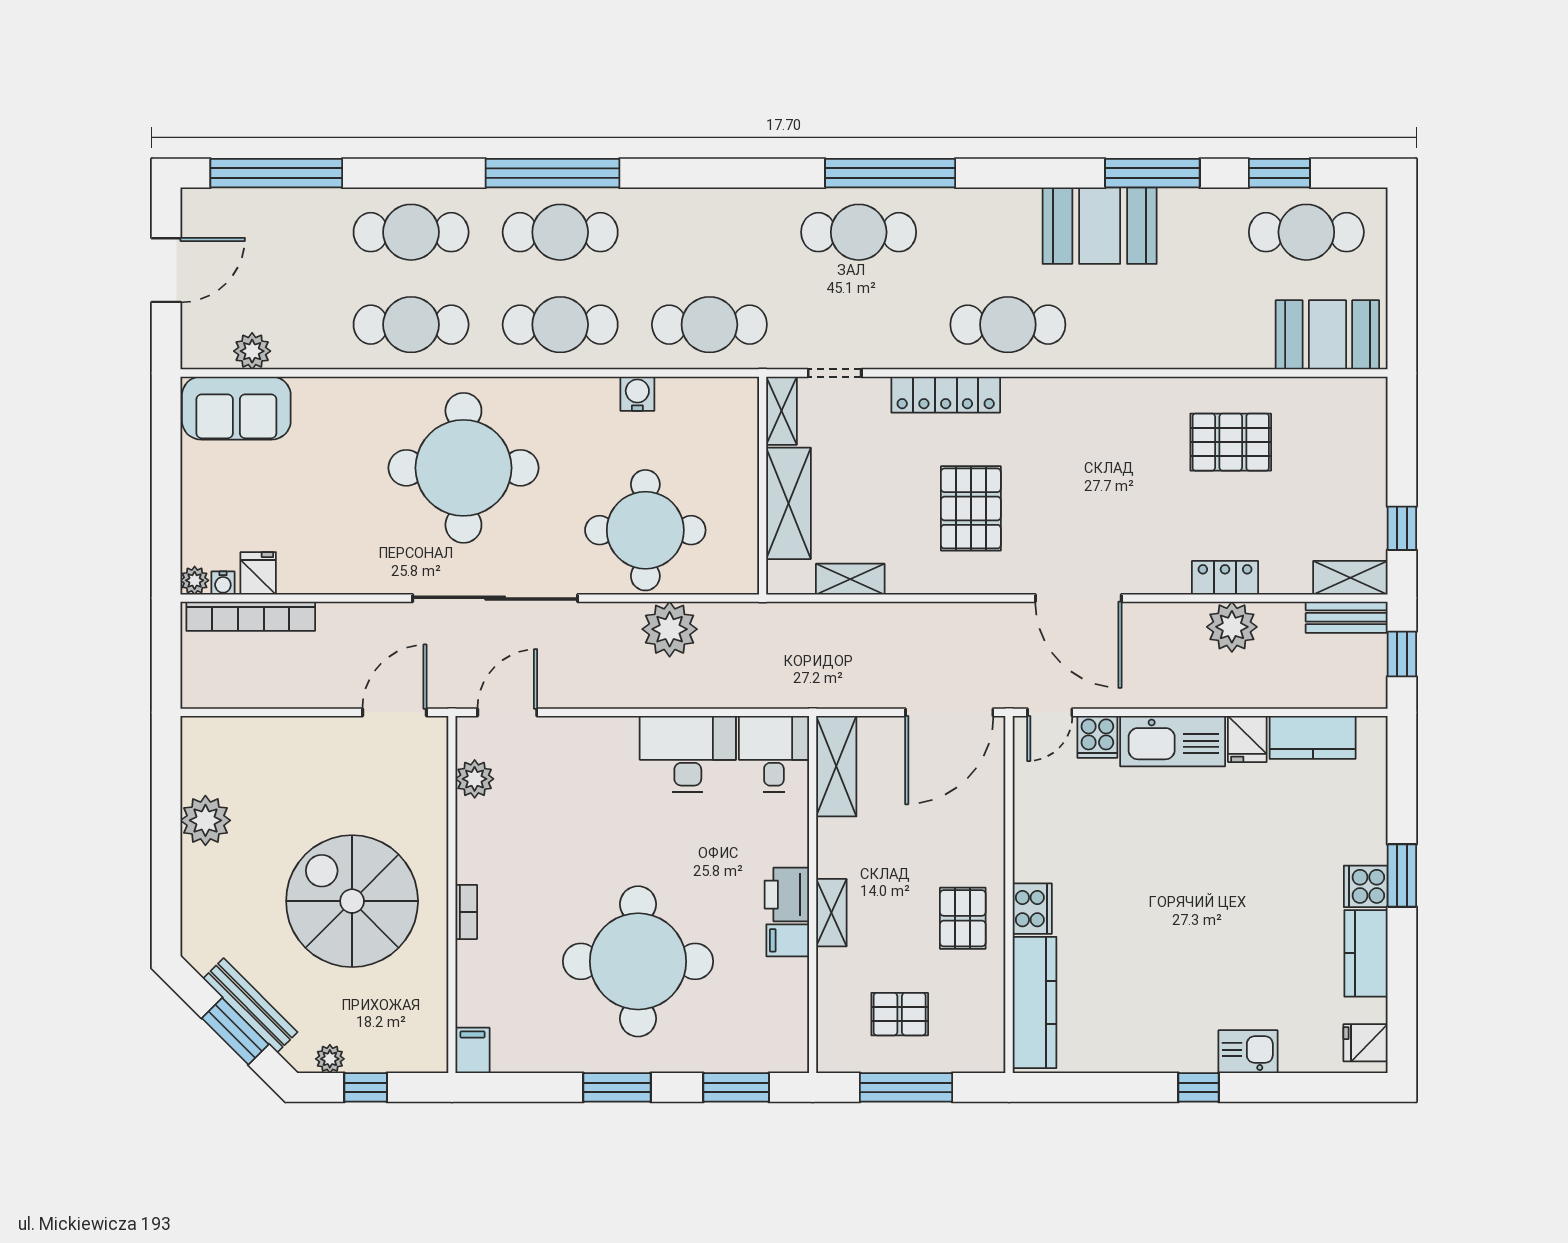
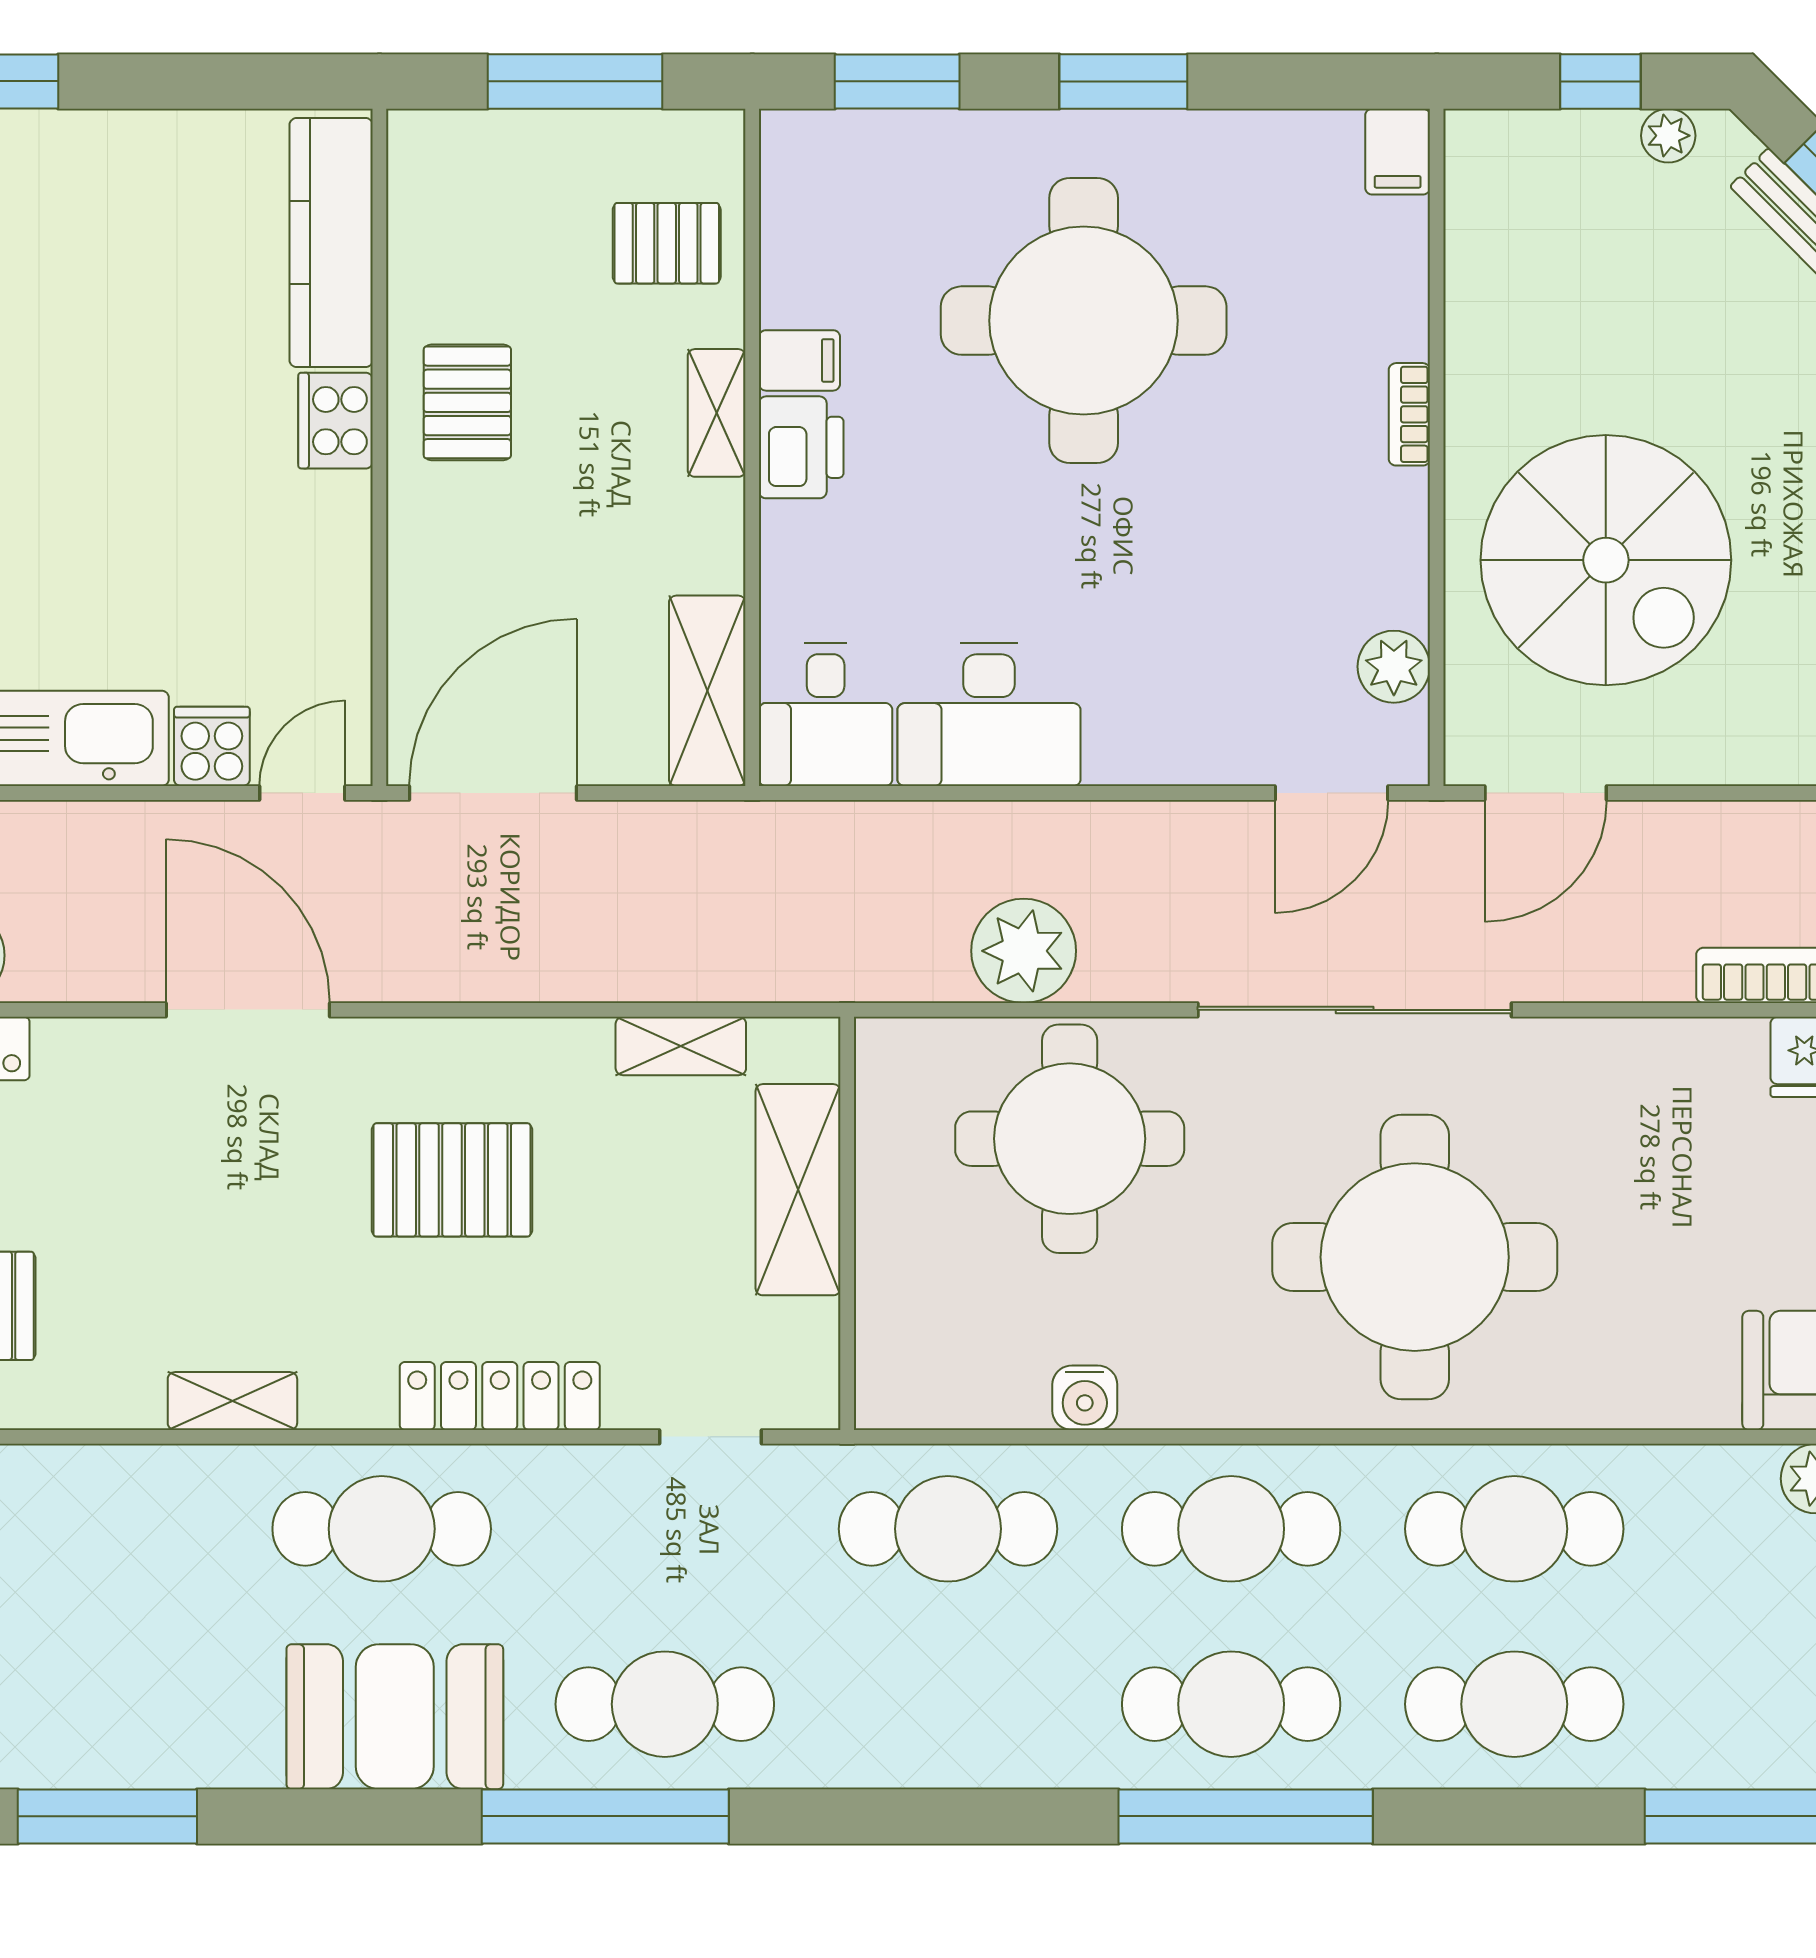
booth: (1100, 226) -> (395, 1717), moved
shelving: (782, 411) -> (232, 1401), moved, turned 90
pallet: (971, 508) -> (452, 1180), turned 90
spiral stairs: (352, 901) -> (1606, 560), moved
pallet: (900, 1014) -> (667, 243), moved

